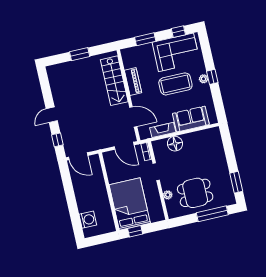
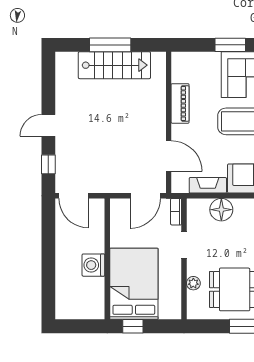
window: (145, 39) -> (230, 45), moved
window: (80, 54) -> (110, 45), width x1.44
stairs: (114, 81) -> (114, 65), moved, turned -90
door: (124, 146) -> (145, 196), hinge flipped
washing machine: (88, 220) -> (93, 265), moved, turned 180

